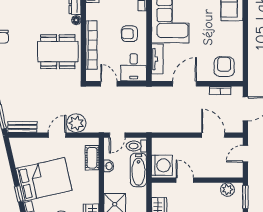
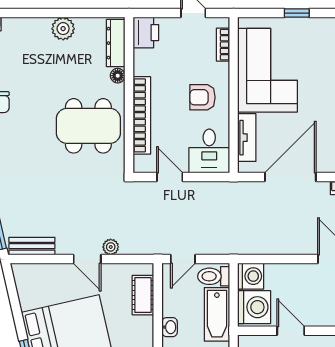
door: (185, 84) -> (290, 177), width x1.36
plant: (76, 123) -> (111, 247), width x0.53, depth x0.53
door: (57, 135) -> (87, 259), swing flipped
washing machine: (160, 146) -> (251, 276), added
washbasin: (109, 166) -> (170, 327), moved

